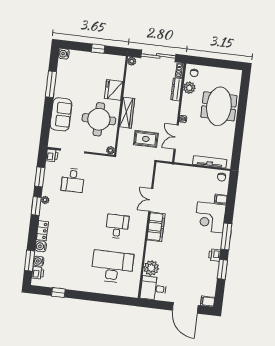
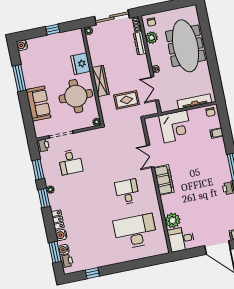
meeting table: (219, 106) -> (186, 46), width x1.36
corner desk: (210, 217) -> (175, 127), moved, turned -90

